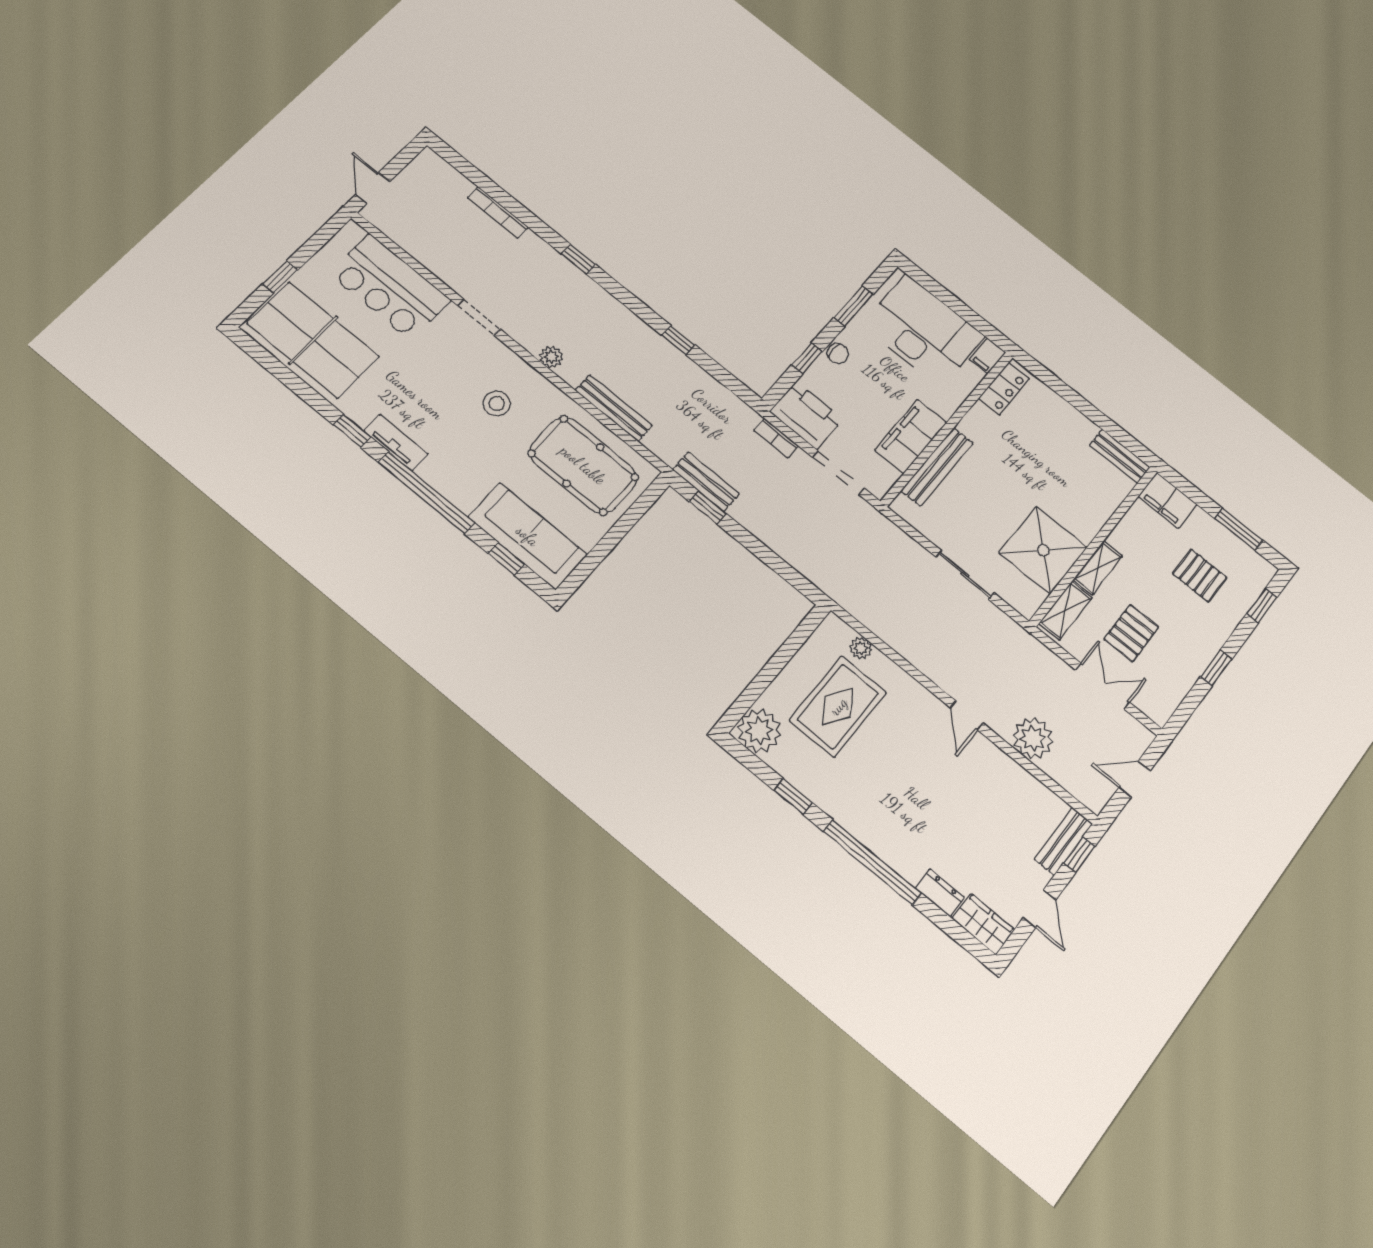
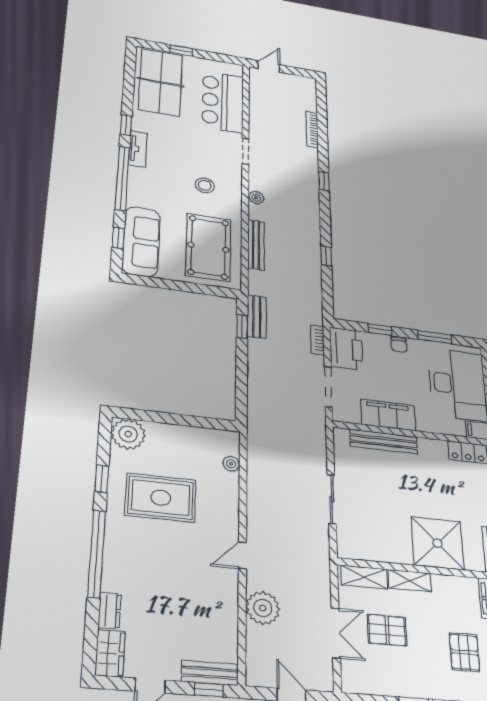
shower: (1043, 550) -> (437, 543), moved
rug: (838, 706) -> (161, 498), moved

